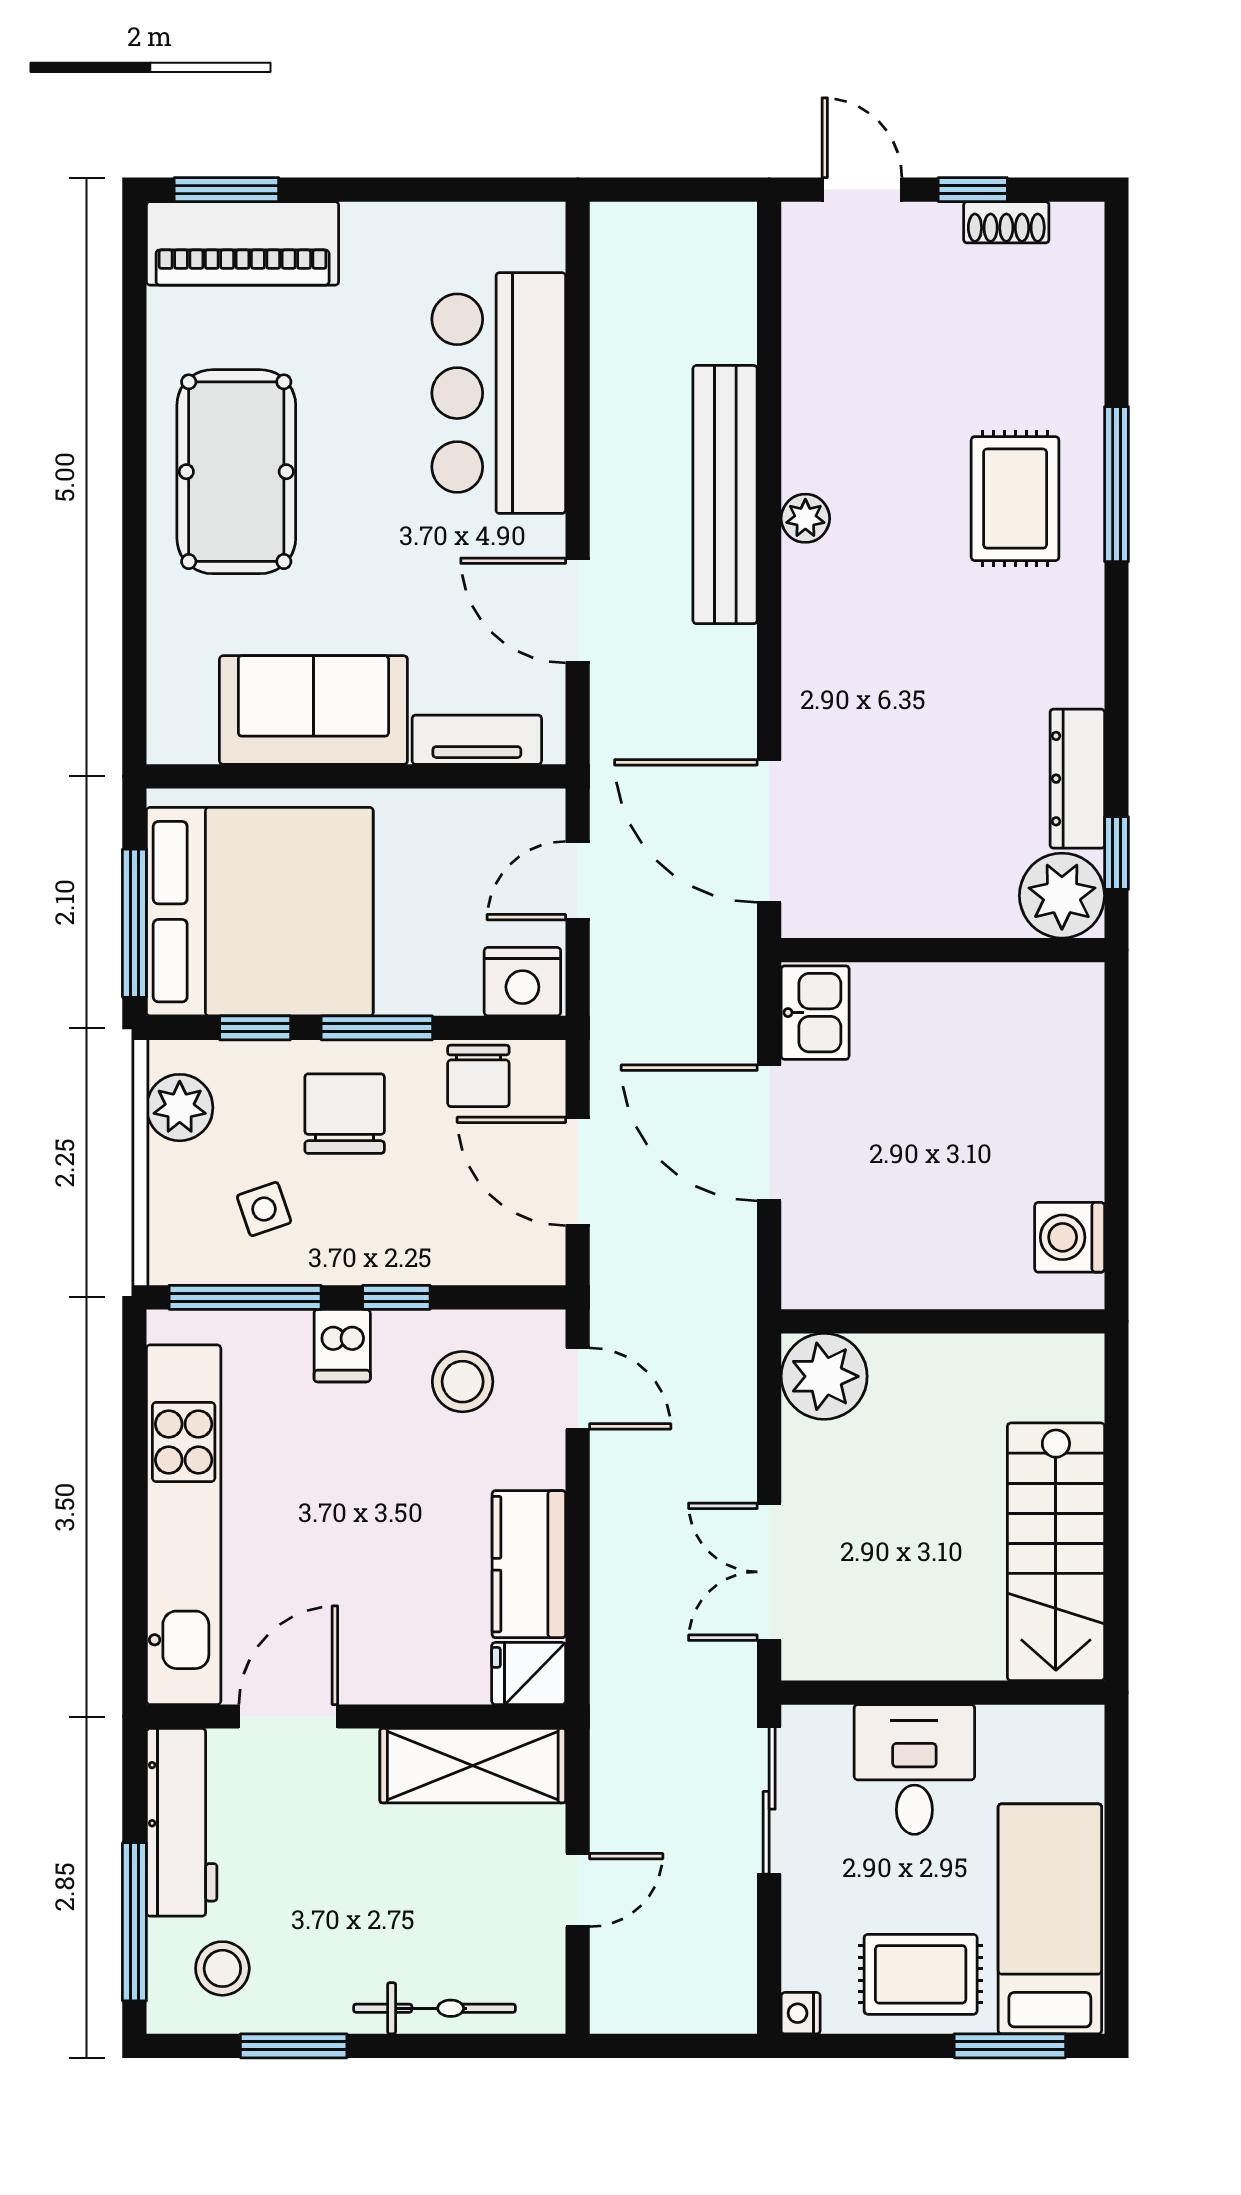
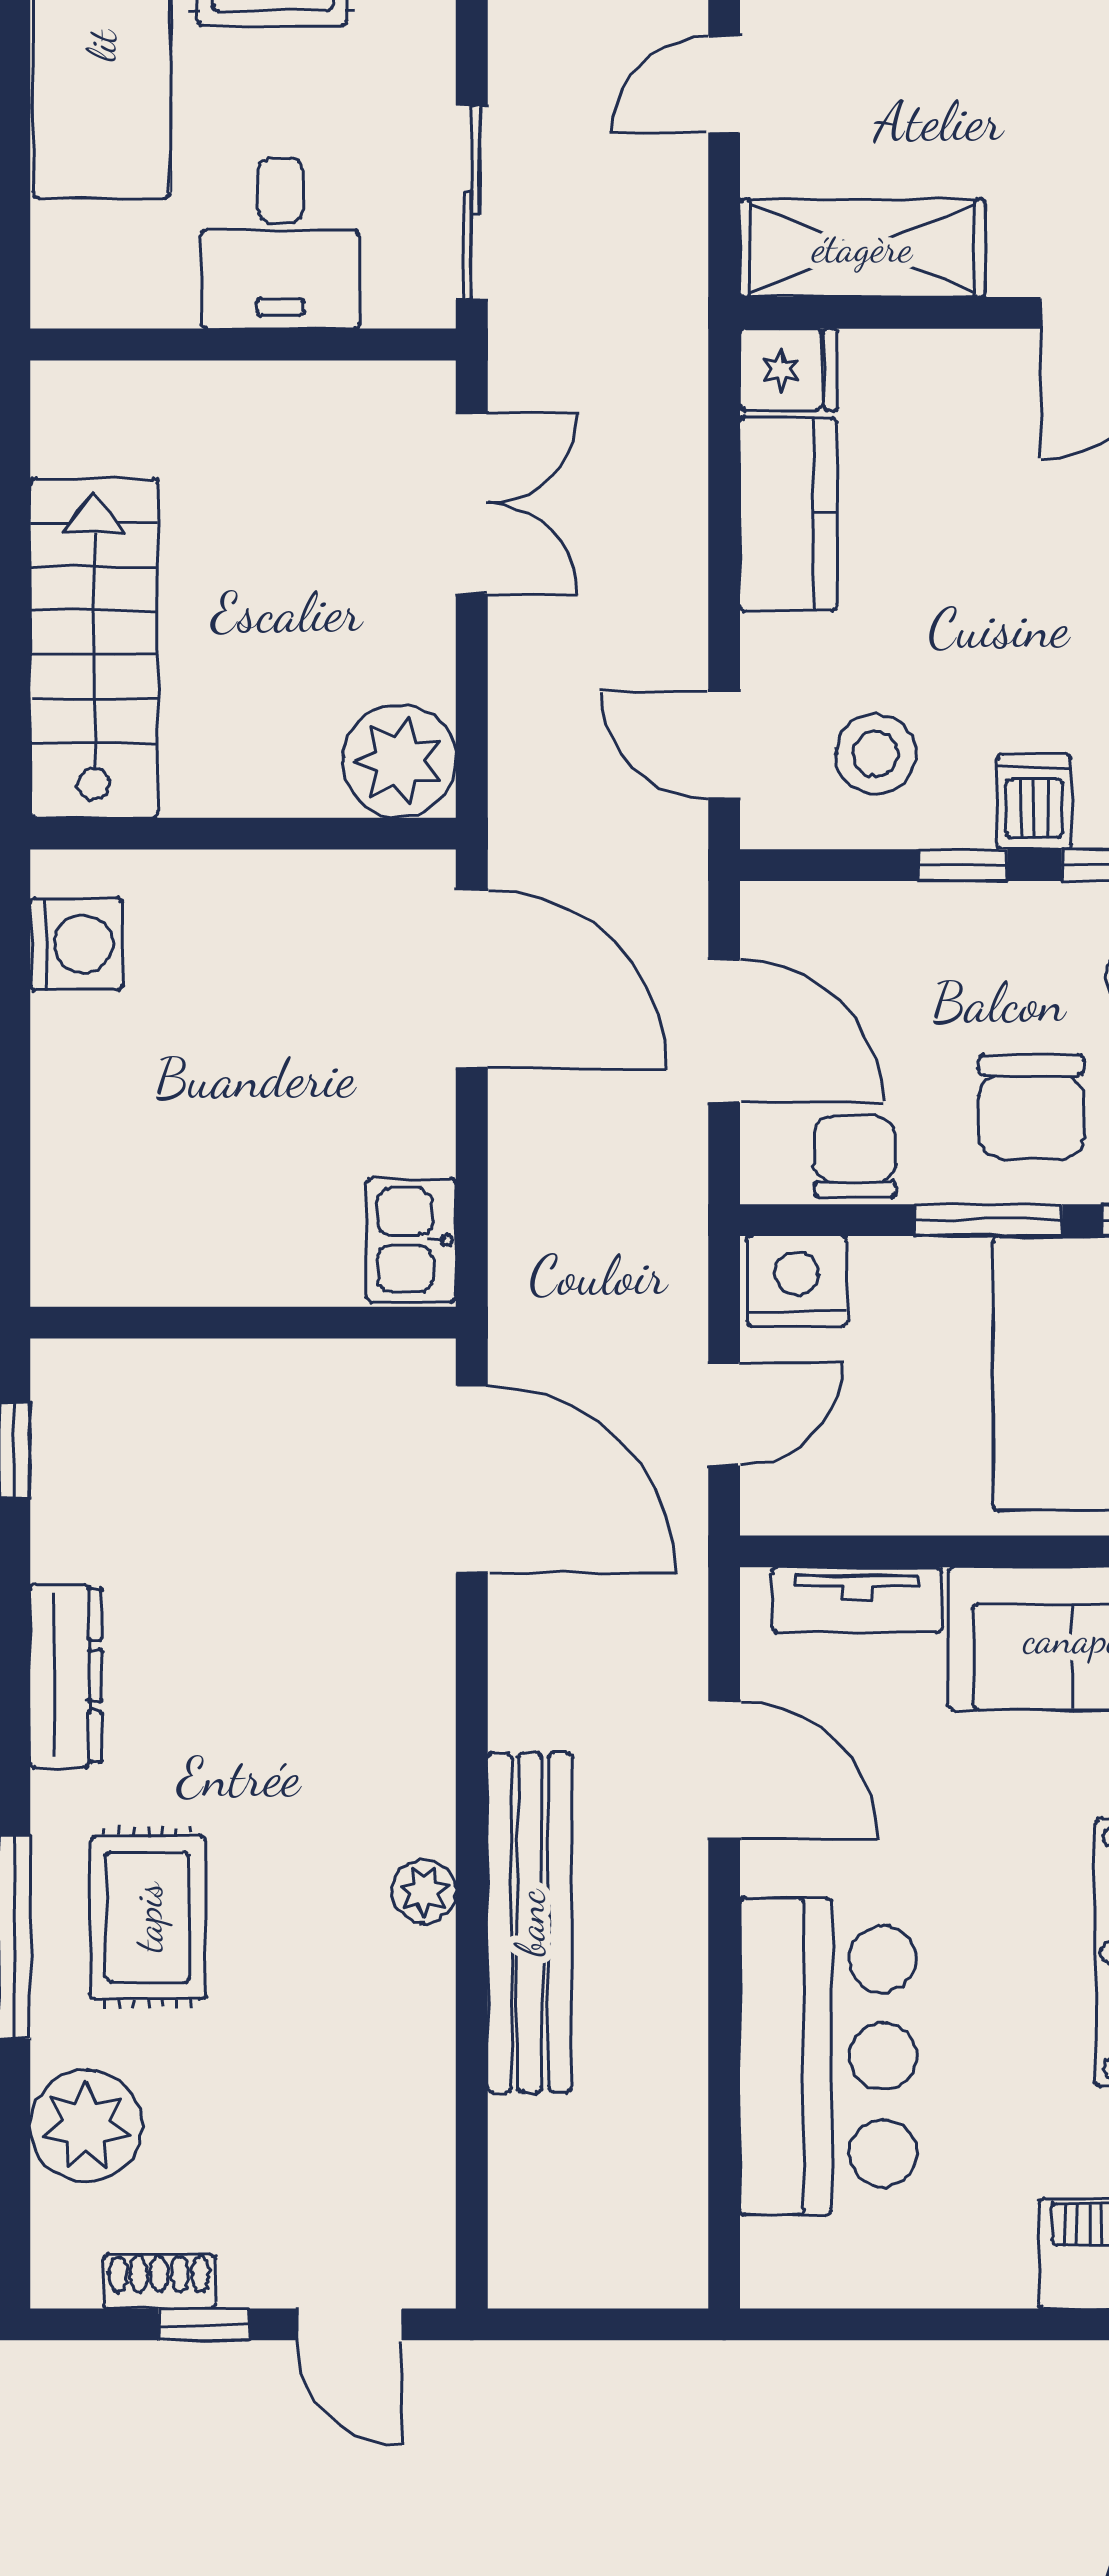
dresser: (1077, 779) -> (66, 1676), moved
plant: (1062, 896) -> (86, 2126), moved
door: (769, 1133) -> (472, 979), moved
stairs: (1056, 1552) -> (94, 648), moved

